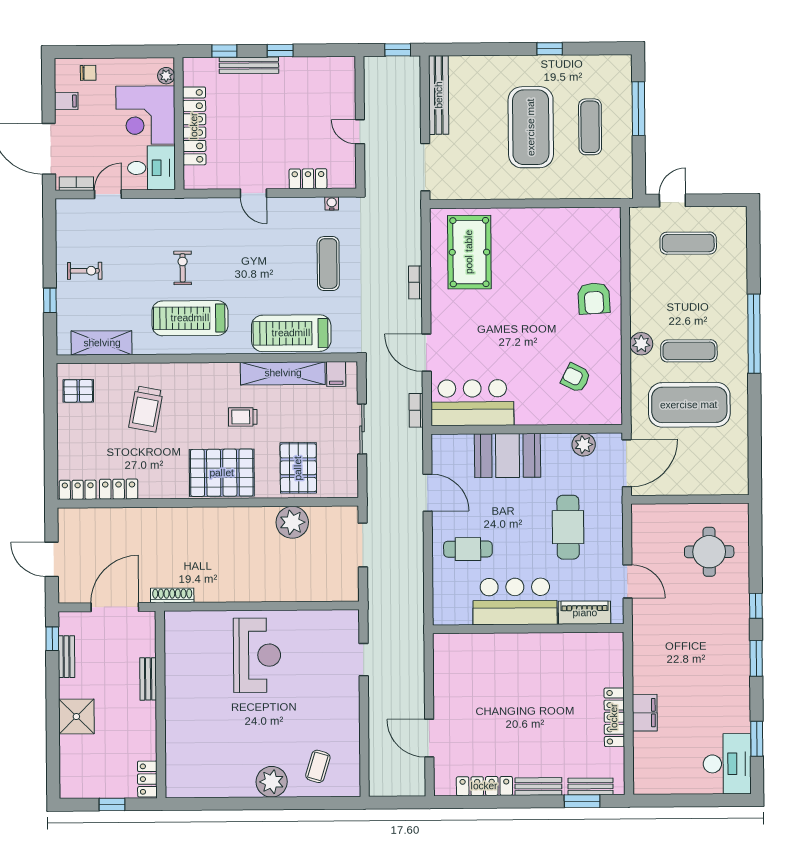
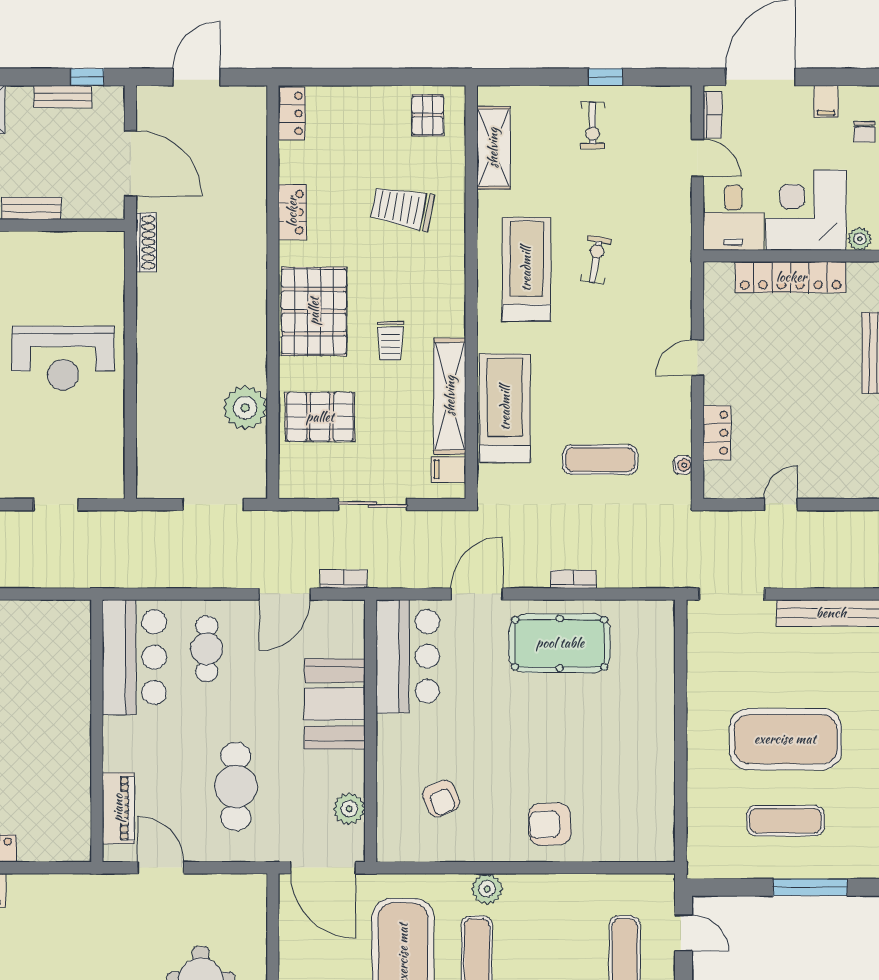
pool table: (469, 252) -> (560, 643), moved
exercise bike: (183, 268) -> (596, 260), turned -81
window: (50, 300) -> (606, 77), moved
armchair: (576, 378) -> (441, 799), turned 130
bookcase: (416, 410) -> (344, 579), moved
trolley: (243, 417) -> (390, 341), turned 180
locker: (119, 489) -> (292, 212), moved
cafe table: (568, 527) -> (236, 787), turned 90
door: (628, 581) -> (161, 868), swing flipped
bar counter: (515, 601) -> (134, 657), moved

